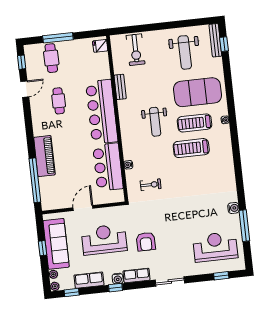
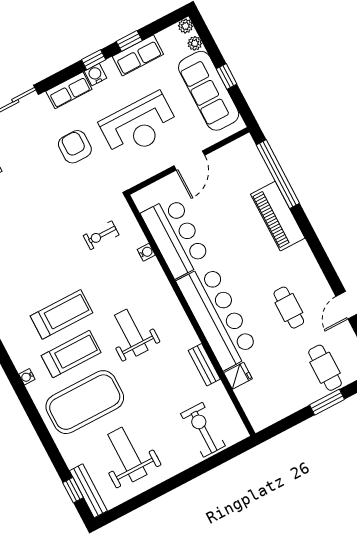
window: (58, 38) -> (327, 402), width x0.69
fridge: (100, 46) -> (238, 376), moved
window: (72, 293) -> (129, 41), moved

